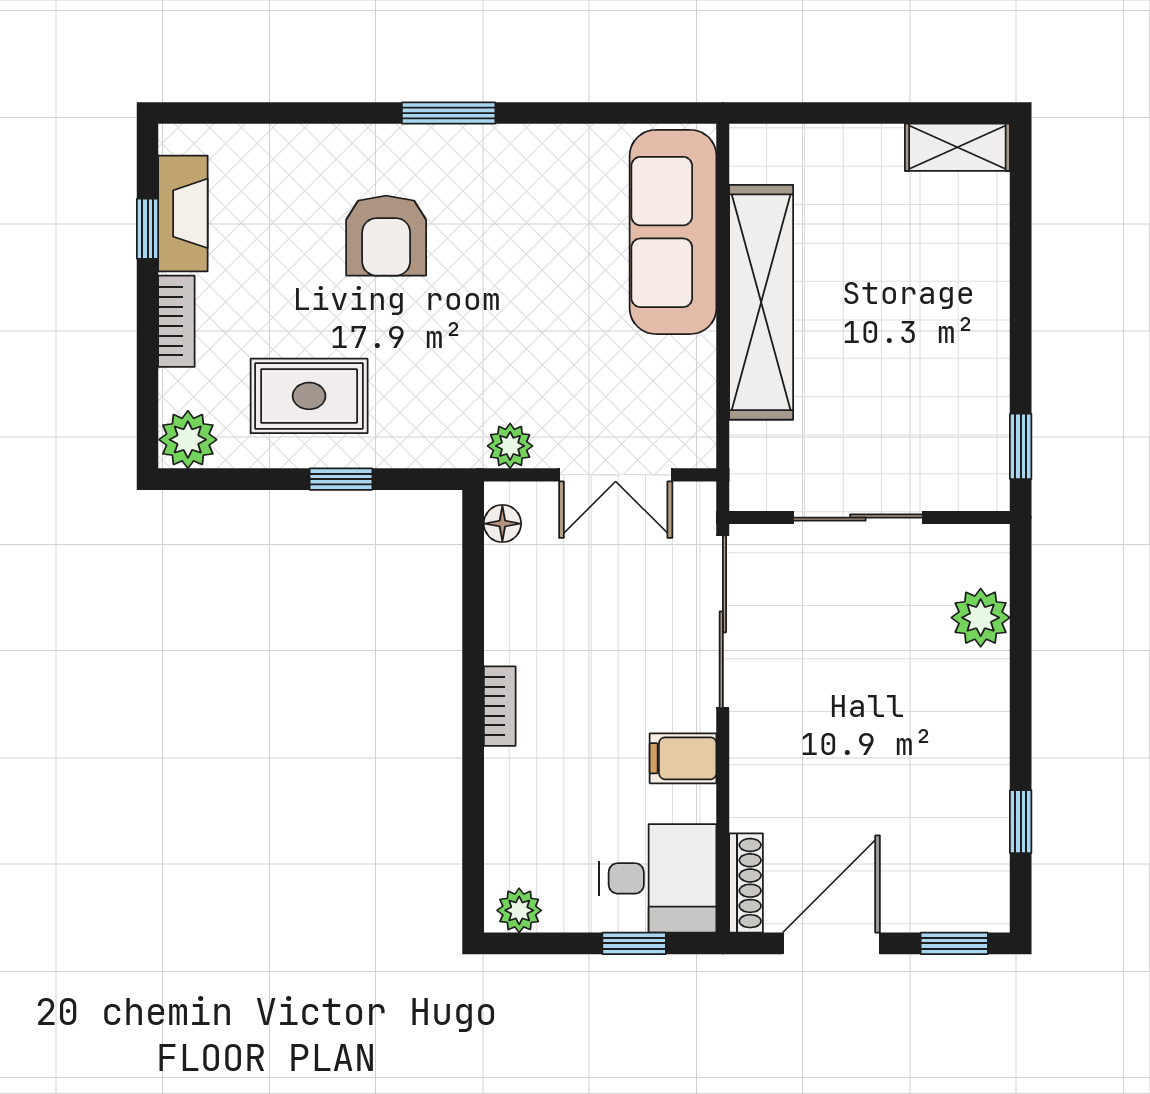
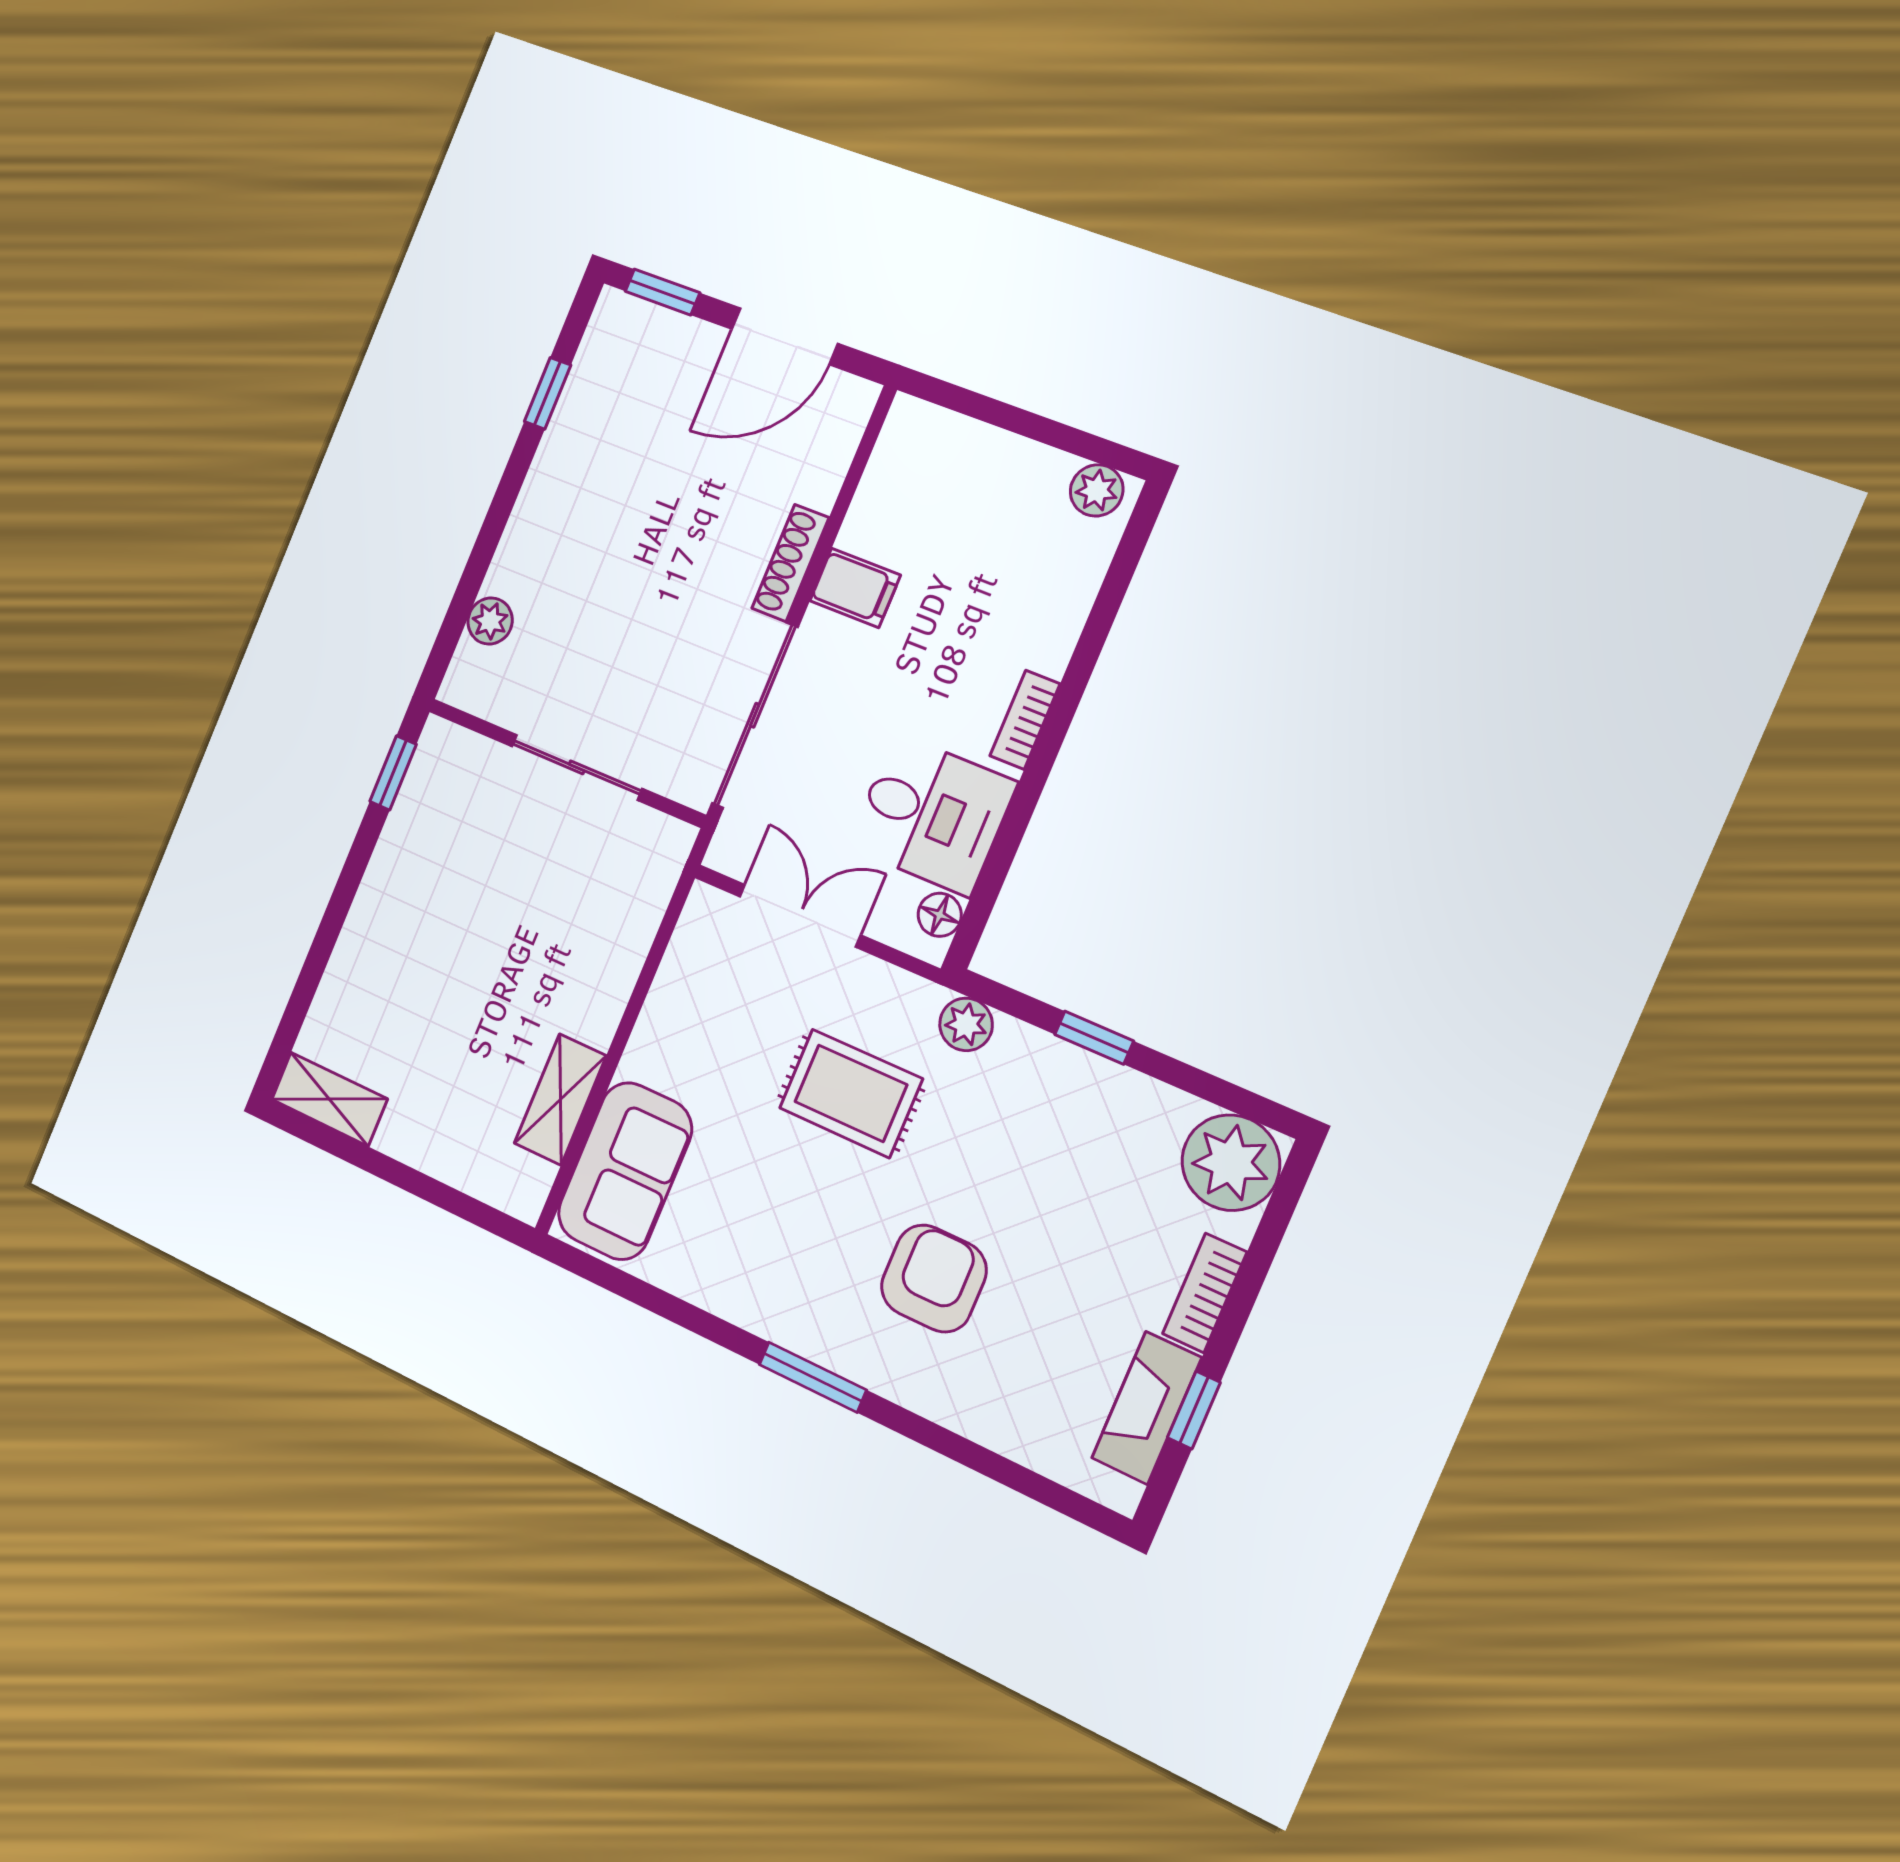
sofa: (673, 232) -> (625, 1171), width x0.73
shelving: (761, 302) -> (560, 1099), width x0.45, depth x0.75
rug: (309, 396) -> (851, 1093), moved
plant: (188, 440) -> (1231, 1163), width x1.36, depth x1.36
plant: (510, 446) -> (966, 1024), moved
plant: (981, 618) -> (490, 621), width x0.73, depth x0.73
desk: (658, 878) -> (932, 815), moved, turned 180
shoe rack: (746, 883) -> (790, 563), moved
window: (634, 943) -> (988, 410), removed

